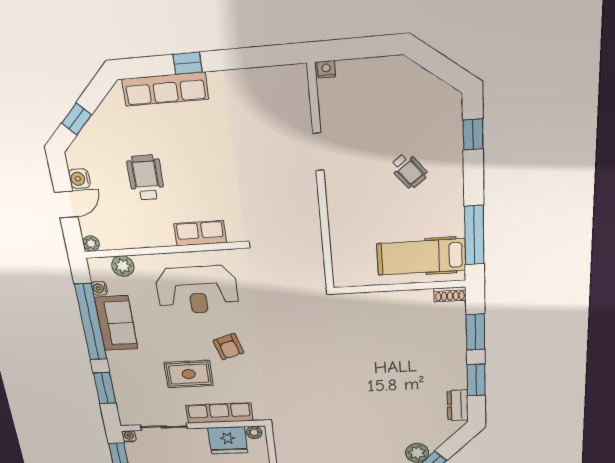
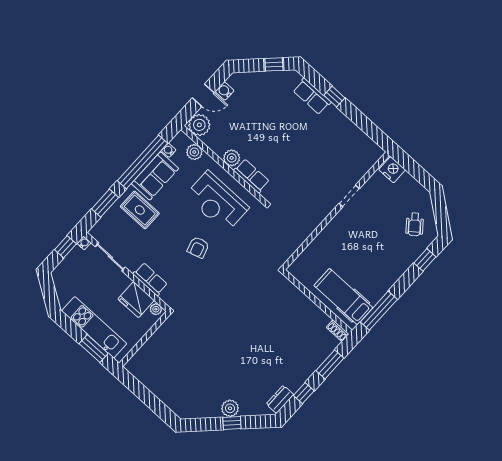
nightstand: (326, 69) -> (392, 170), width x1.89, depth x1.79
row of seats: (165, 89) -> (312, 96), width x0.68
window: (76, 119) -> (274, 64), moved
wheelchair: (409, 171) -> (415, 224), moved
wheelchair: (146, 178) -> (257, 124), removed
plant: (162, 236) -> (232, 158), added
plant: (91, 244) -> (199, 125), width x1.88, depth x1.88
rug: (189, 374) -> (140, 210), moved
window: (476, 380) -> (304, 393), width x0.67
row of seats: (219, 413) -> (150, 279), width x0.68

